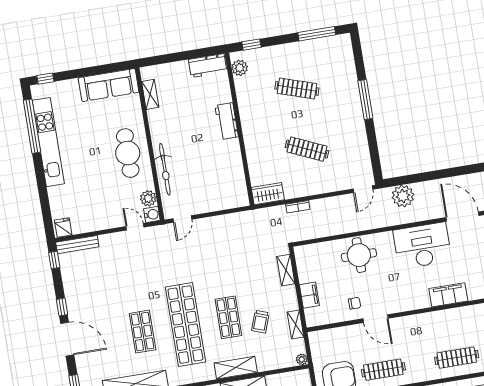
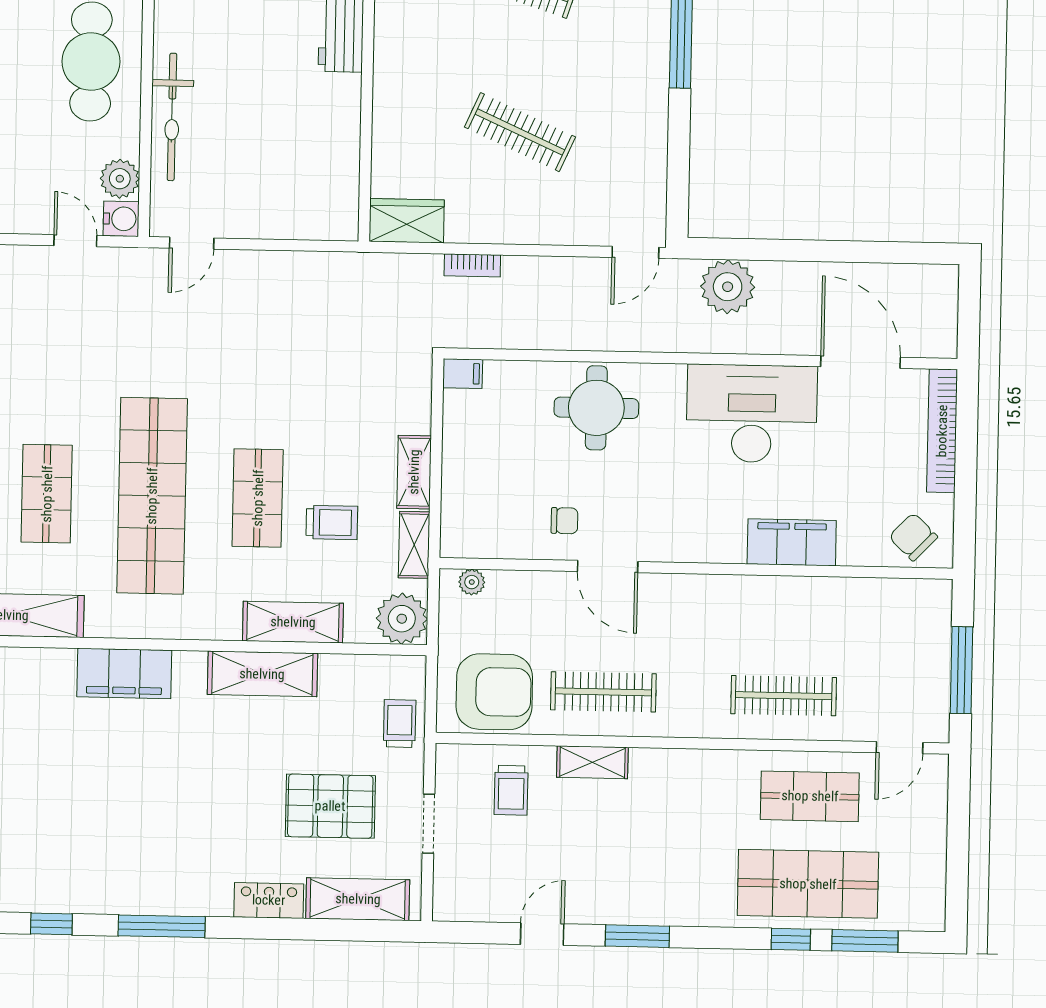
shelving: (286, 270) -> (414, 472), moved
filing cabinet: (309, 295) -> (463, 374), moved, width x0.50
trolley: (260, 322) -> (332, 523), turned -110
plant: (322, 335) -> (472, 582), added
plant: (302, 359) -> (402, 619), width x1.88, depth x1.88
shelving: (236, 368) -> (293, 622), moved

